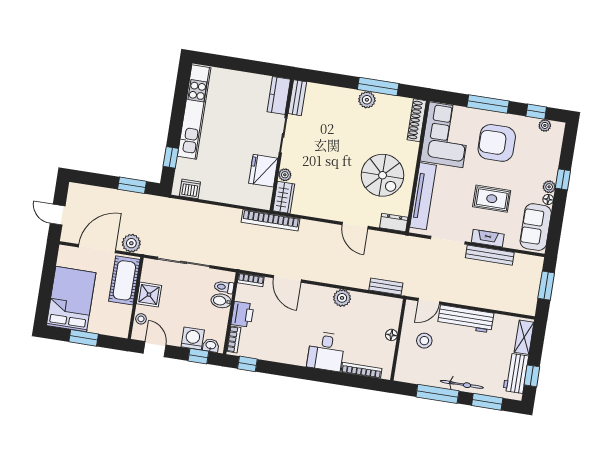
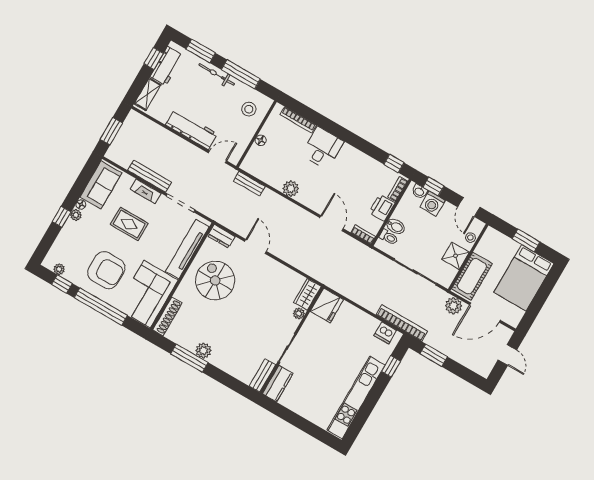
window: (488, 104) -> (101, 307), width x1.46
fridge: (263, 171) -> (327, 305), moved
bookcase: (271, 220) -> (402, 323), moved
stool: (424, 341) -> (249, 109), moved

